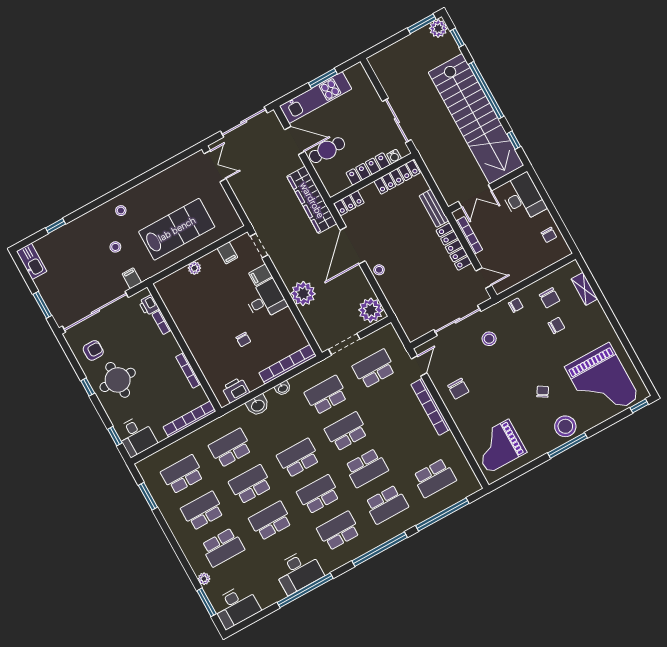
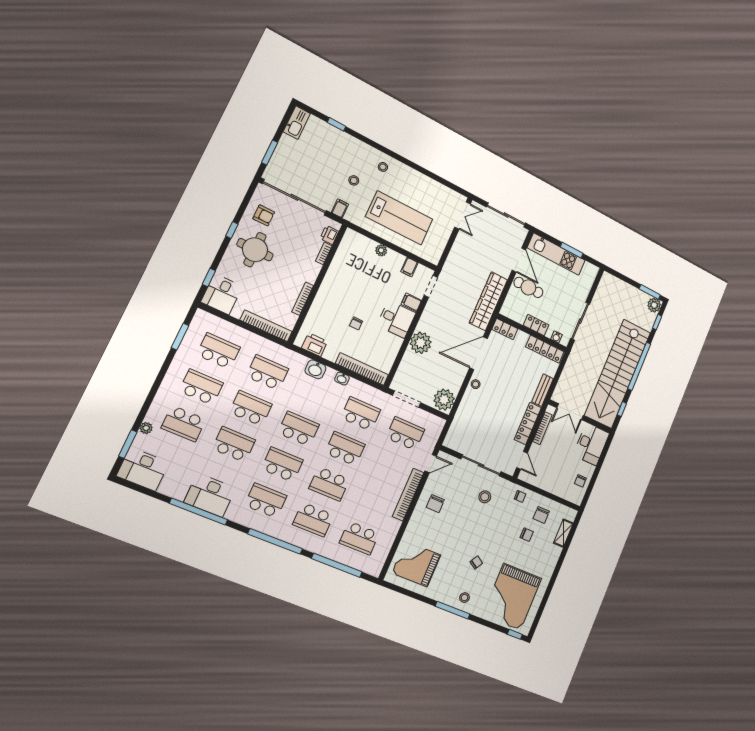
locker: (368, 169) -> (536, 325), width x0.66
stool: (565, 426) -> (464, 598), width x0.53, depth x0.53

